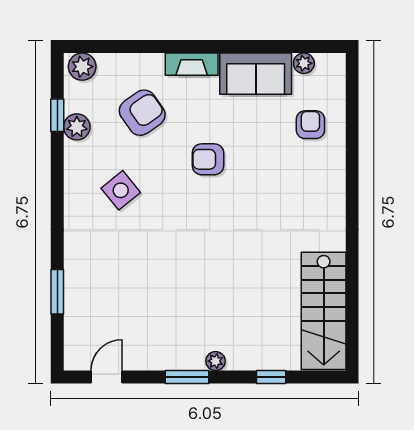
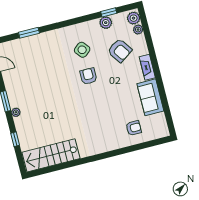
plant: (304, 63) -> (138, 30), moved
armchair: (208, 159) -> (88, 76), moved

